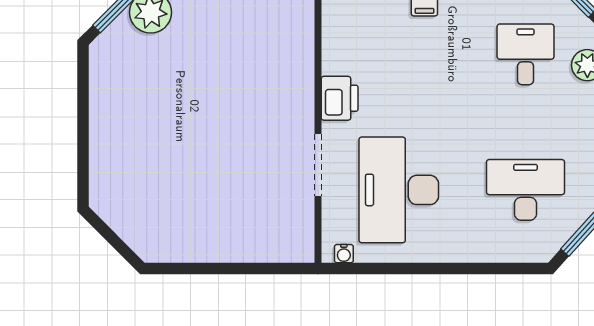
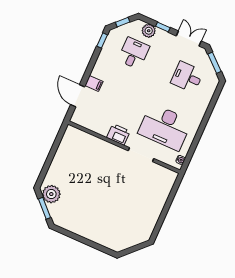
desk: (526, 54) -> (134, 53), turned 90
desk: (526, 190) -> (187, 77), width x0.73

